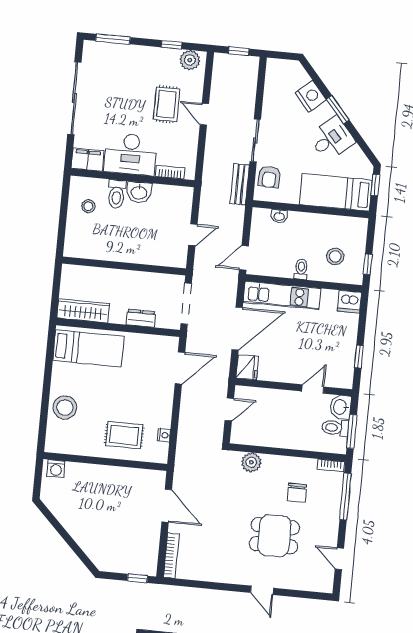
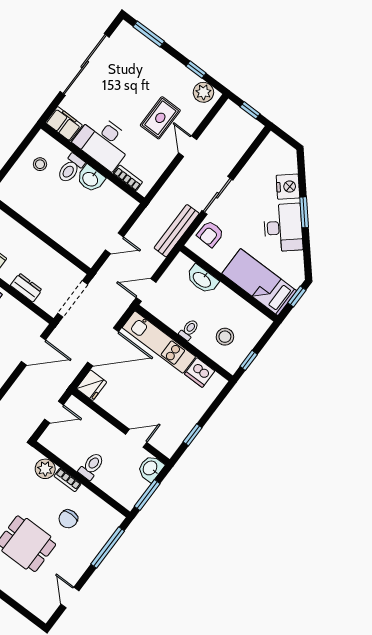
desk: (332, 139) -> (283, 228), width x1.37
bench: (240, 184) -> (177, 231), width x1.36
washbasin: (279, 216) -> (202, 279), width x1.91, depth x1.45
dishwasher: (349, 302) -> (200, 373), moved
toilet: (335, 428) -> (91, 466), moved, turned 90
bookcase: (331, 465) -> (68, 480), moved

